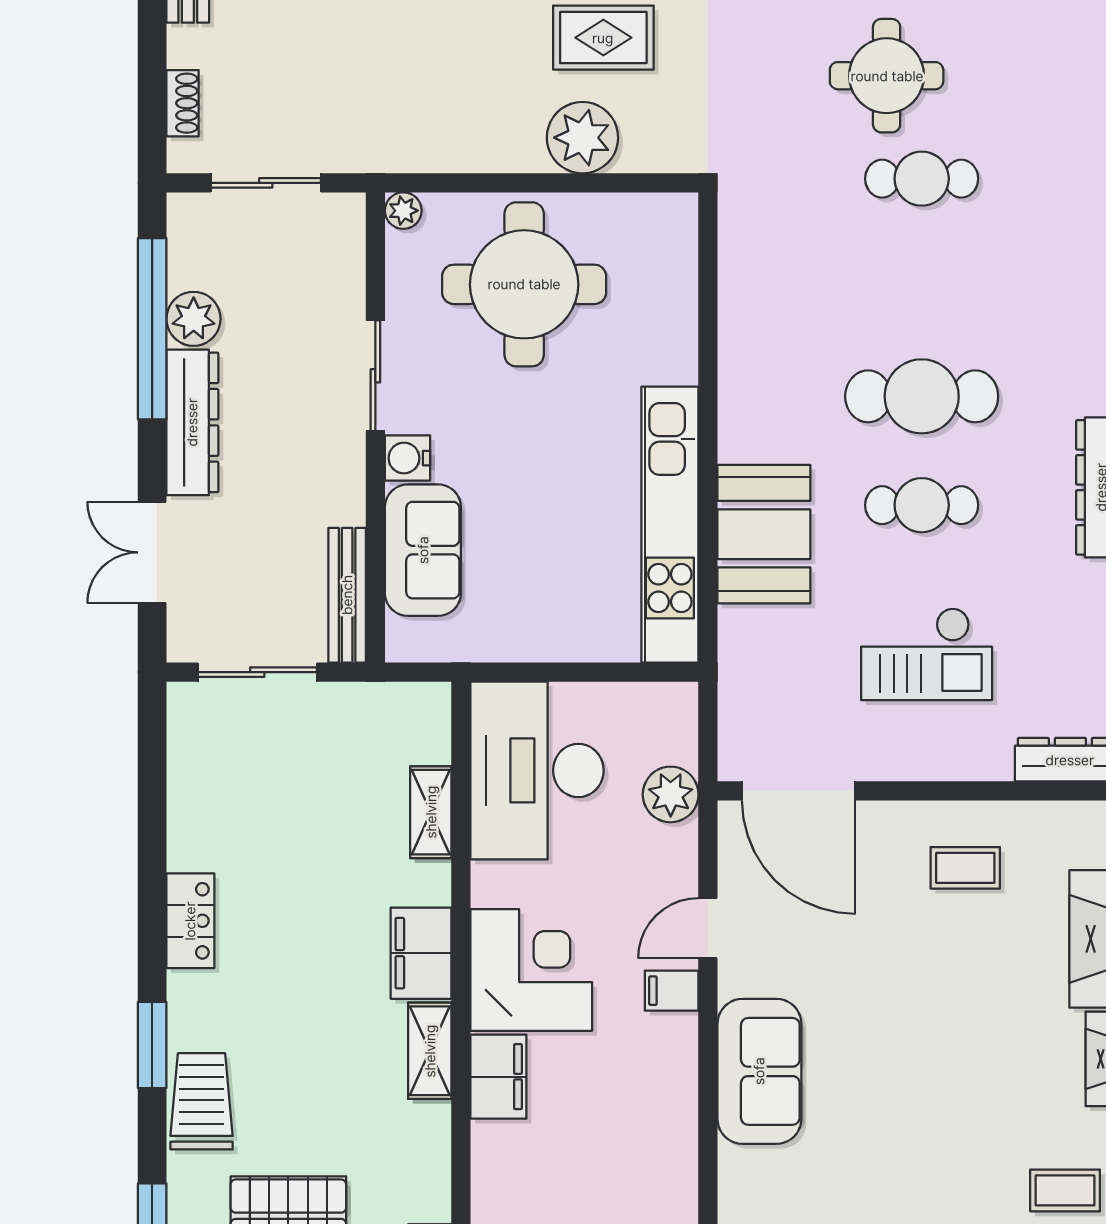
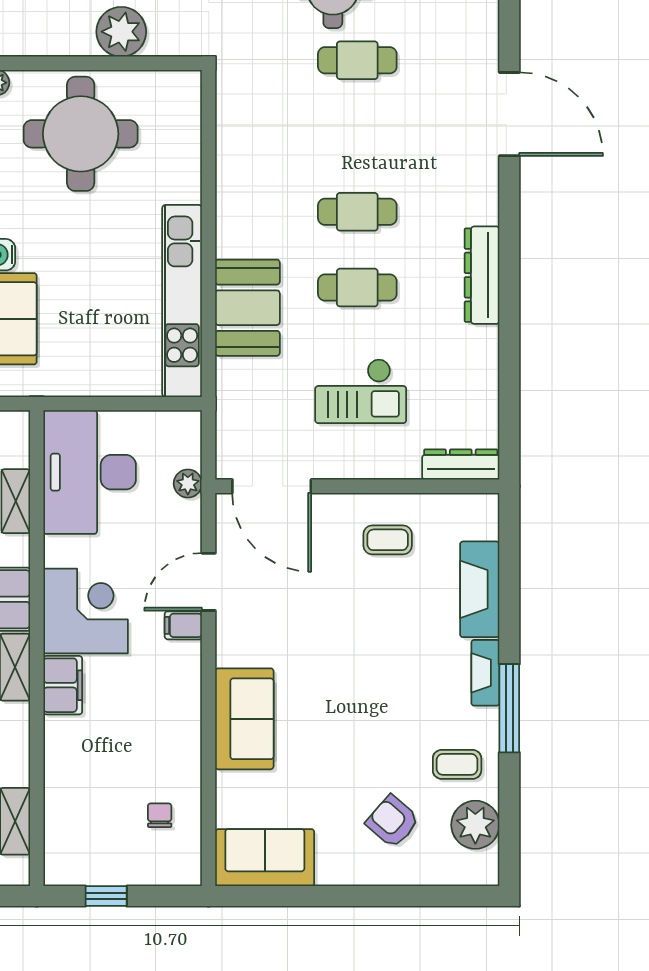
cafe table: (922, 396) -> (357, 212), width x0.73, depth x0.74
plant: (671, 794) -> (188, 483), width x0.73, depth x0.73
door: (708, 928) -> (209, 582), width x1.37
sofa: (759, 1071) -> (244, 719), moved

